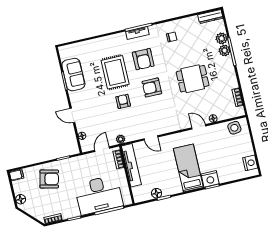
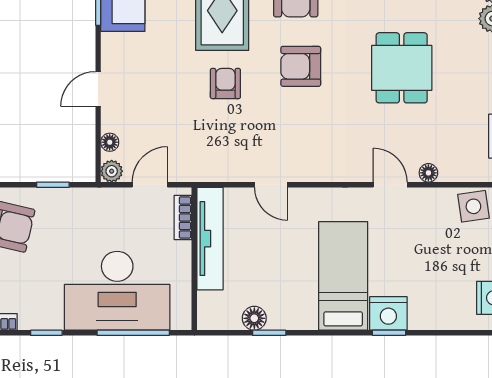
dining table: (193, 79) -> (402, 68), turned 90
door: (72, 115) -> (98, 89), hinge flipped
plant: (121, 139) -> (112, 171), moved

